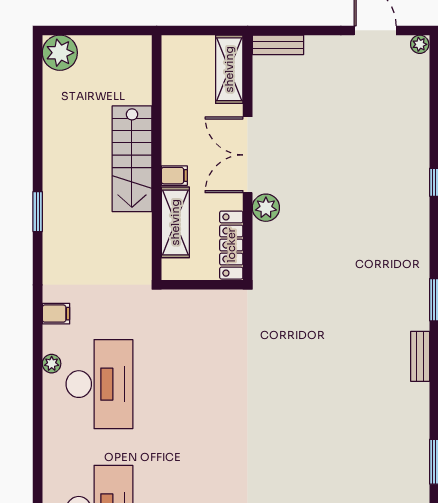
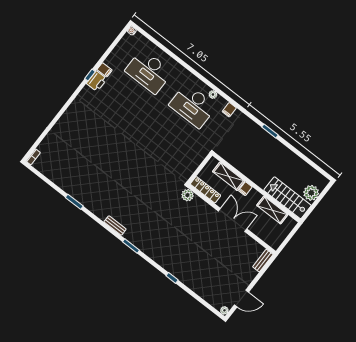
plant: (60, 53) -> (311, 193), moved
shelving: (229, 69) -> (272, 210), moved
stairs: (132, 159) -> (288, 198), moved
plant: (266, 208) -> (187, 195), moved

